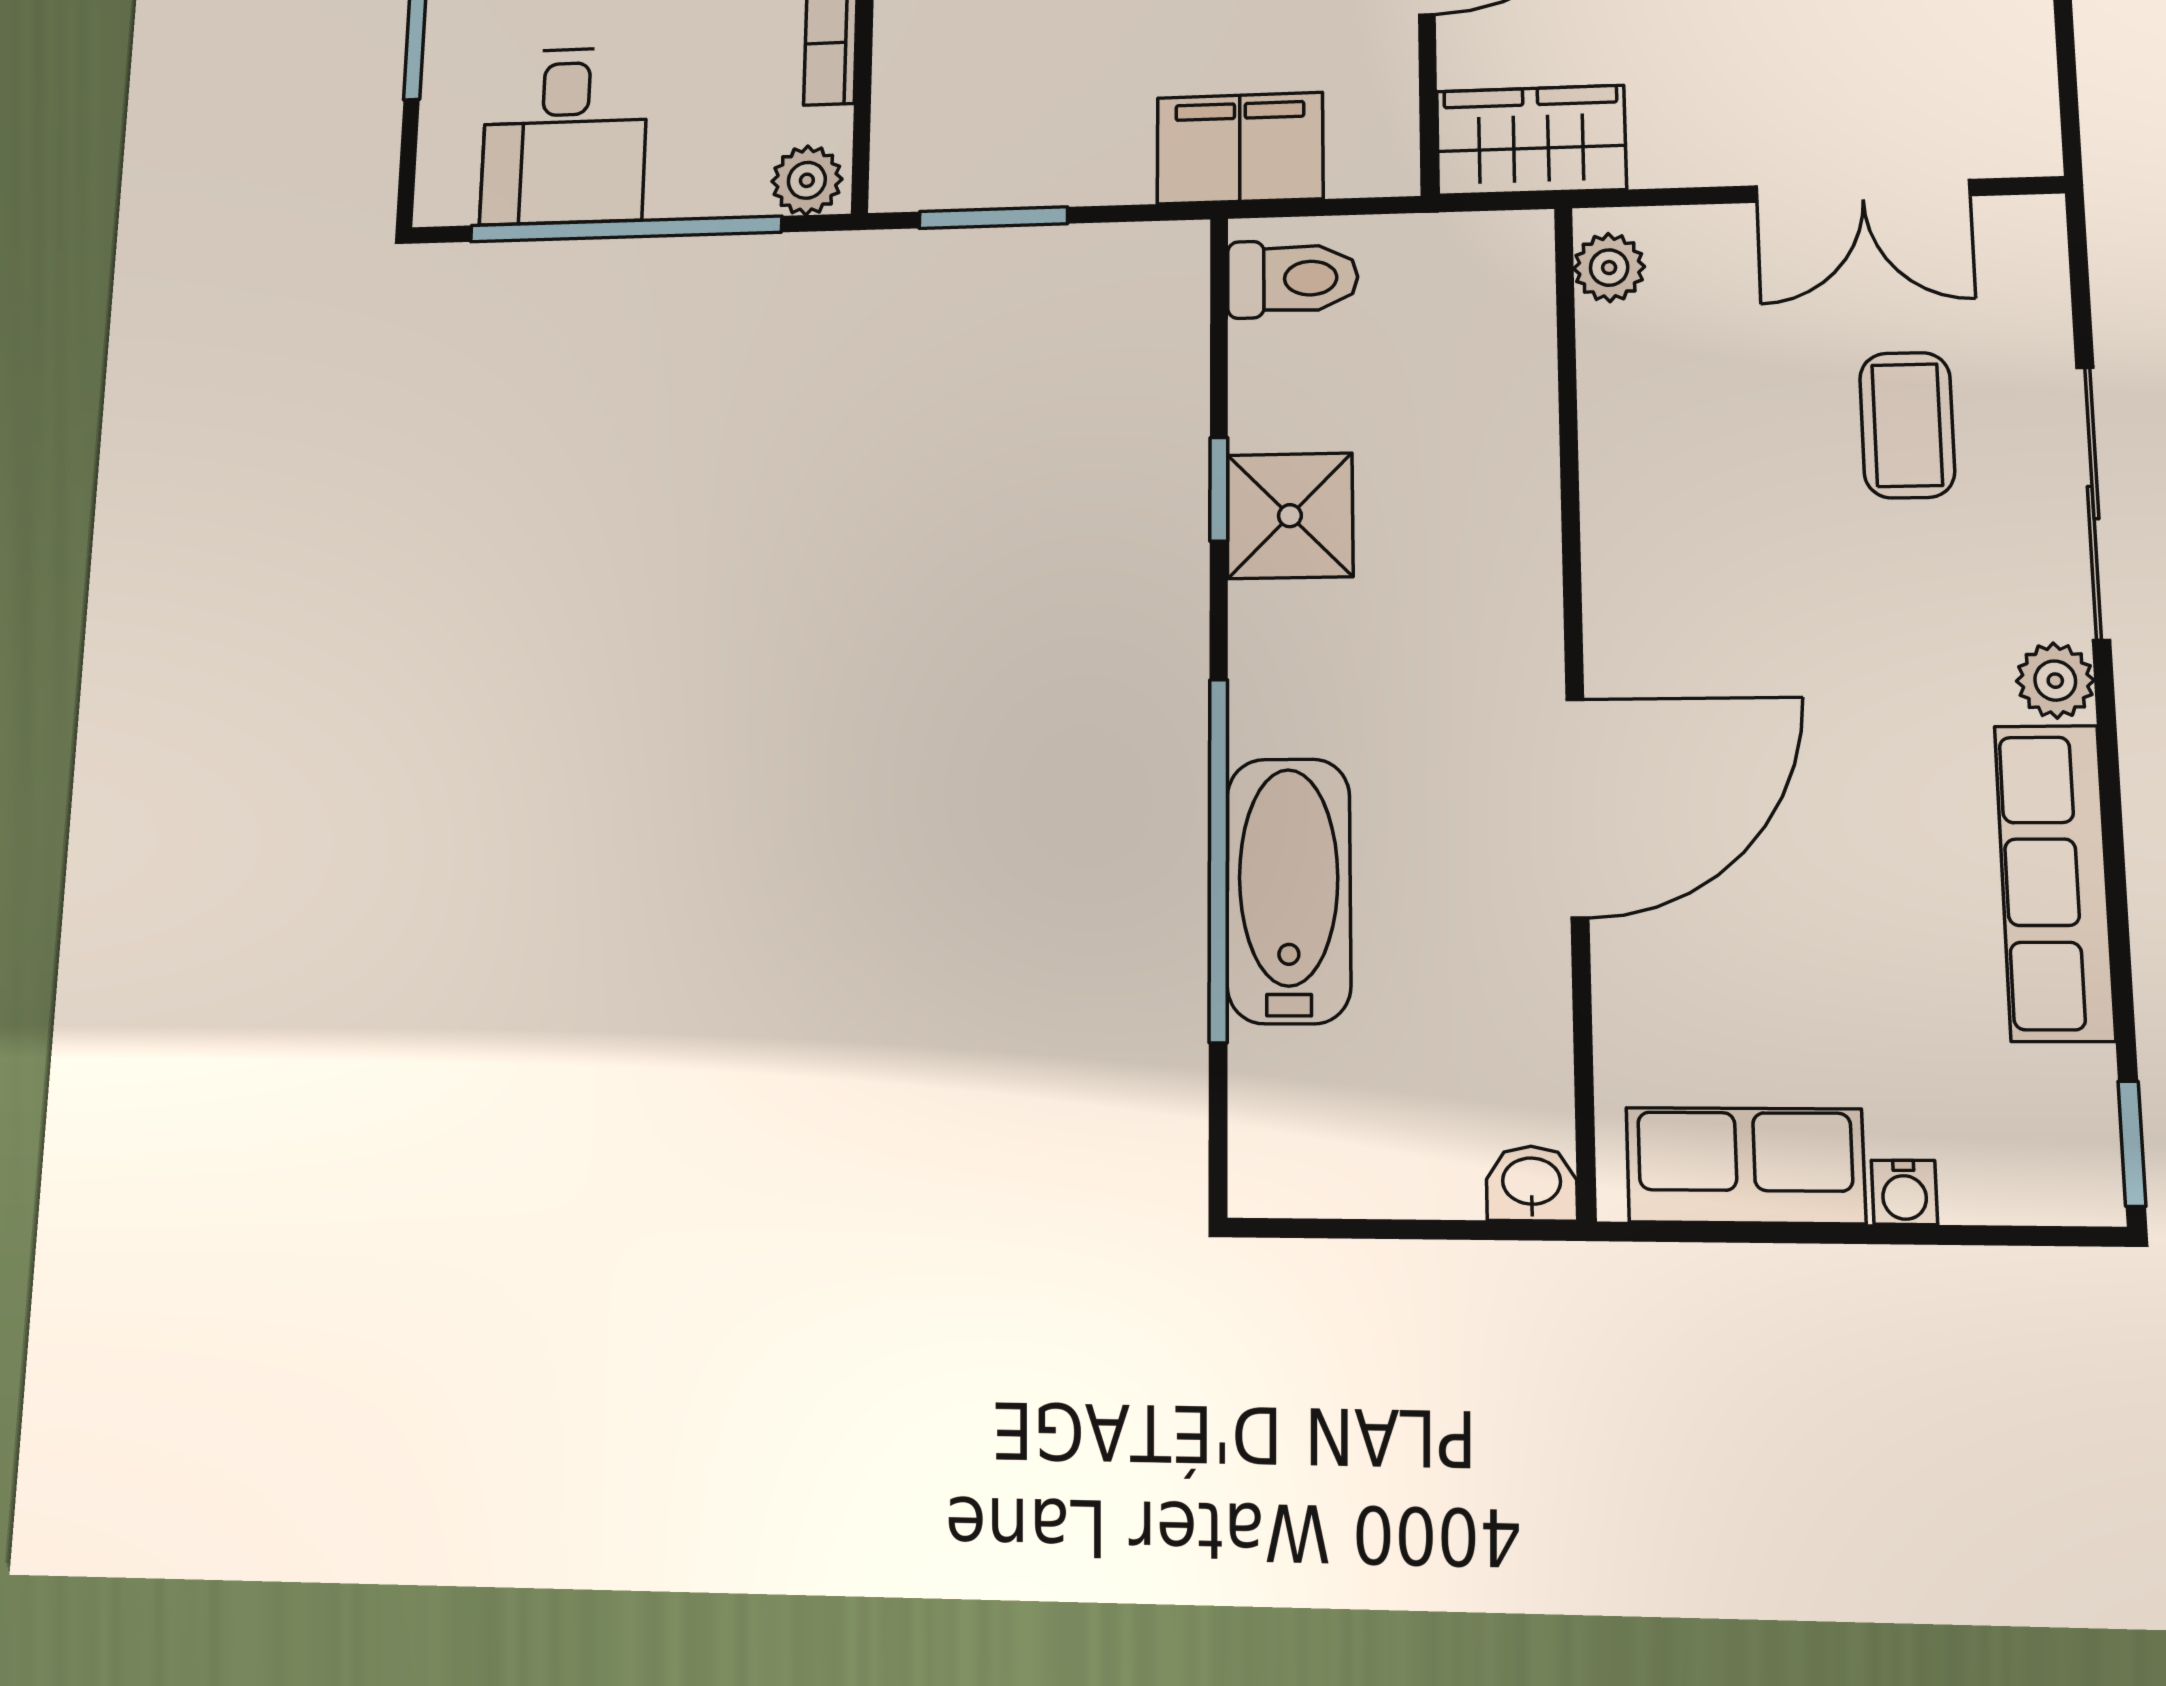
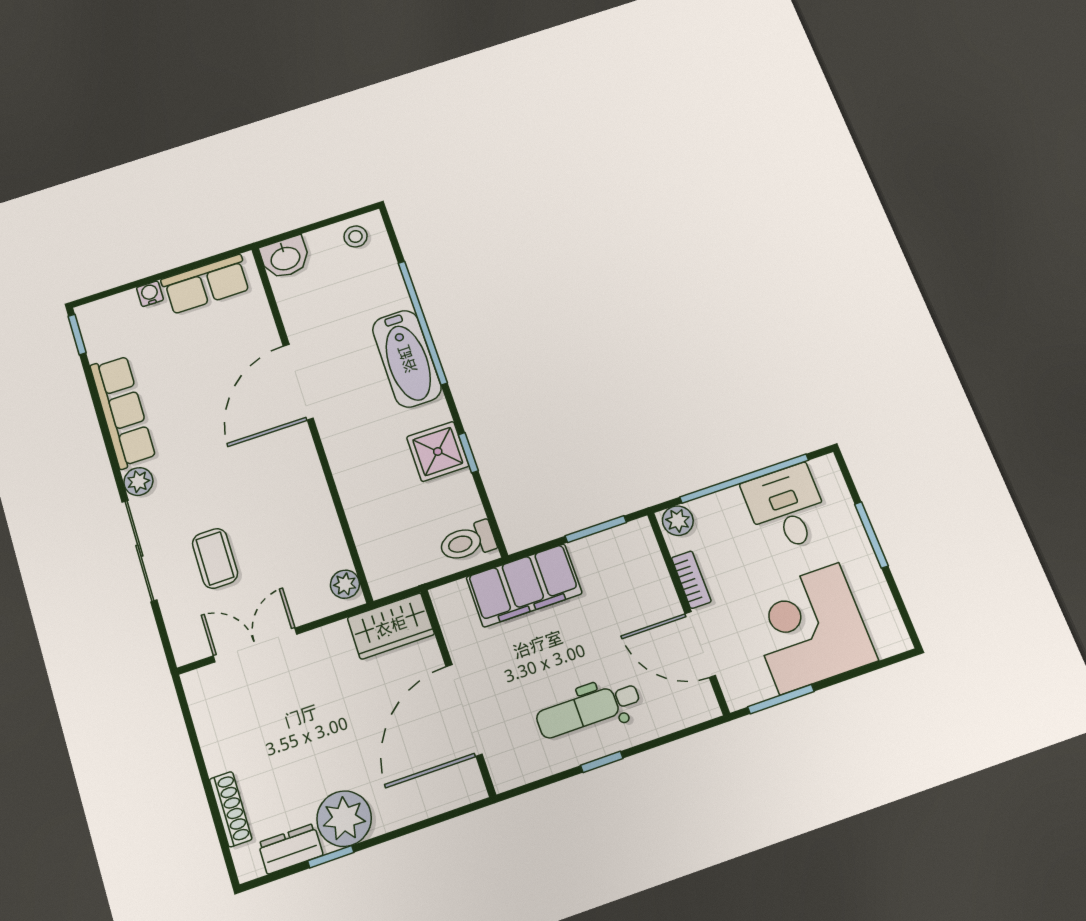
filing cabinet: (1240, 148) -> (524, 585), width x1.50, depth x1.17
bathtub: (1289, 891) -> (407, 359), moved
stool: (1313, 1160) -> (356, 236), added
washbasin: (1532, 1183) -> (285, 258), width x1.38, depth x1.45

